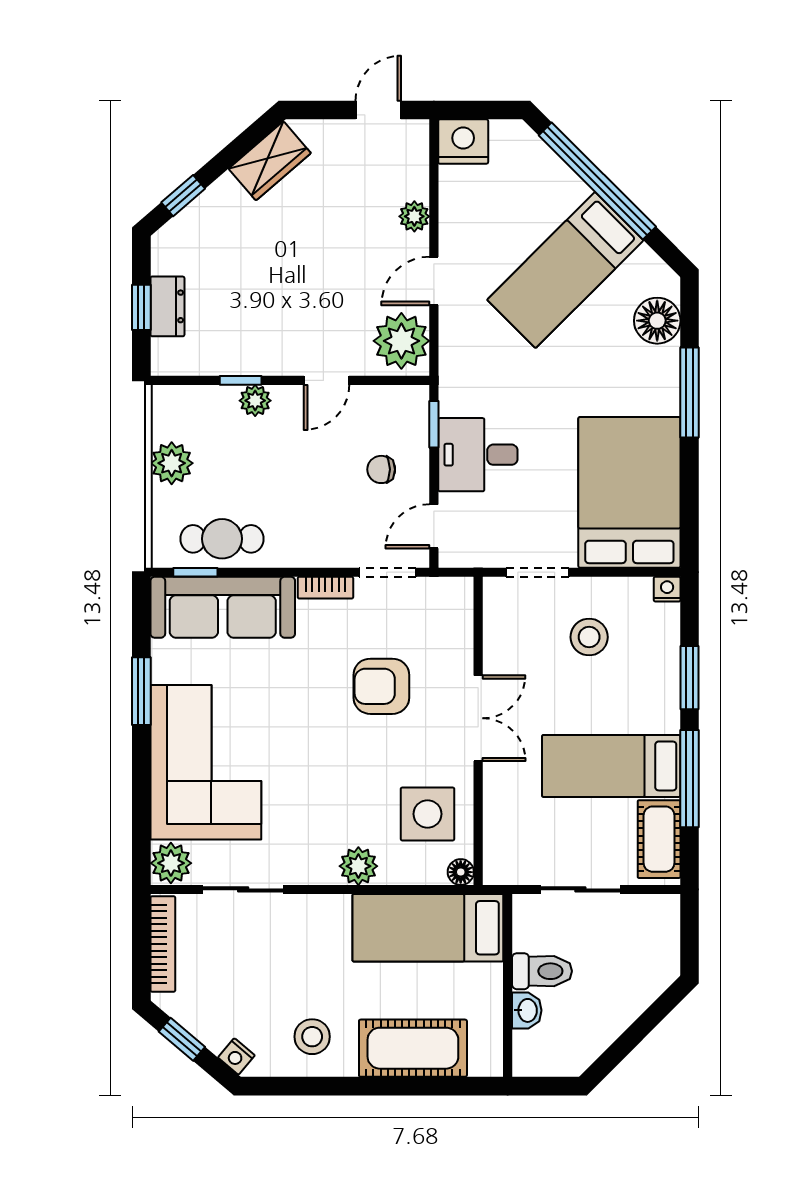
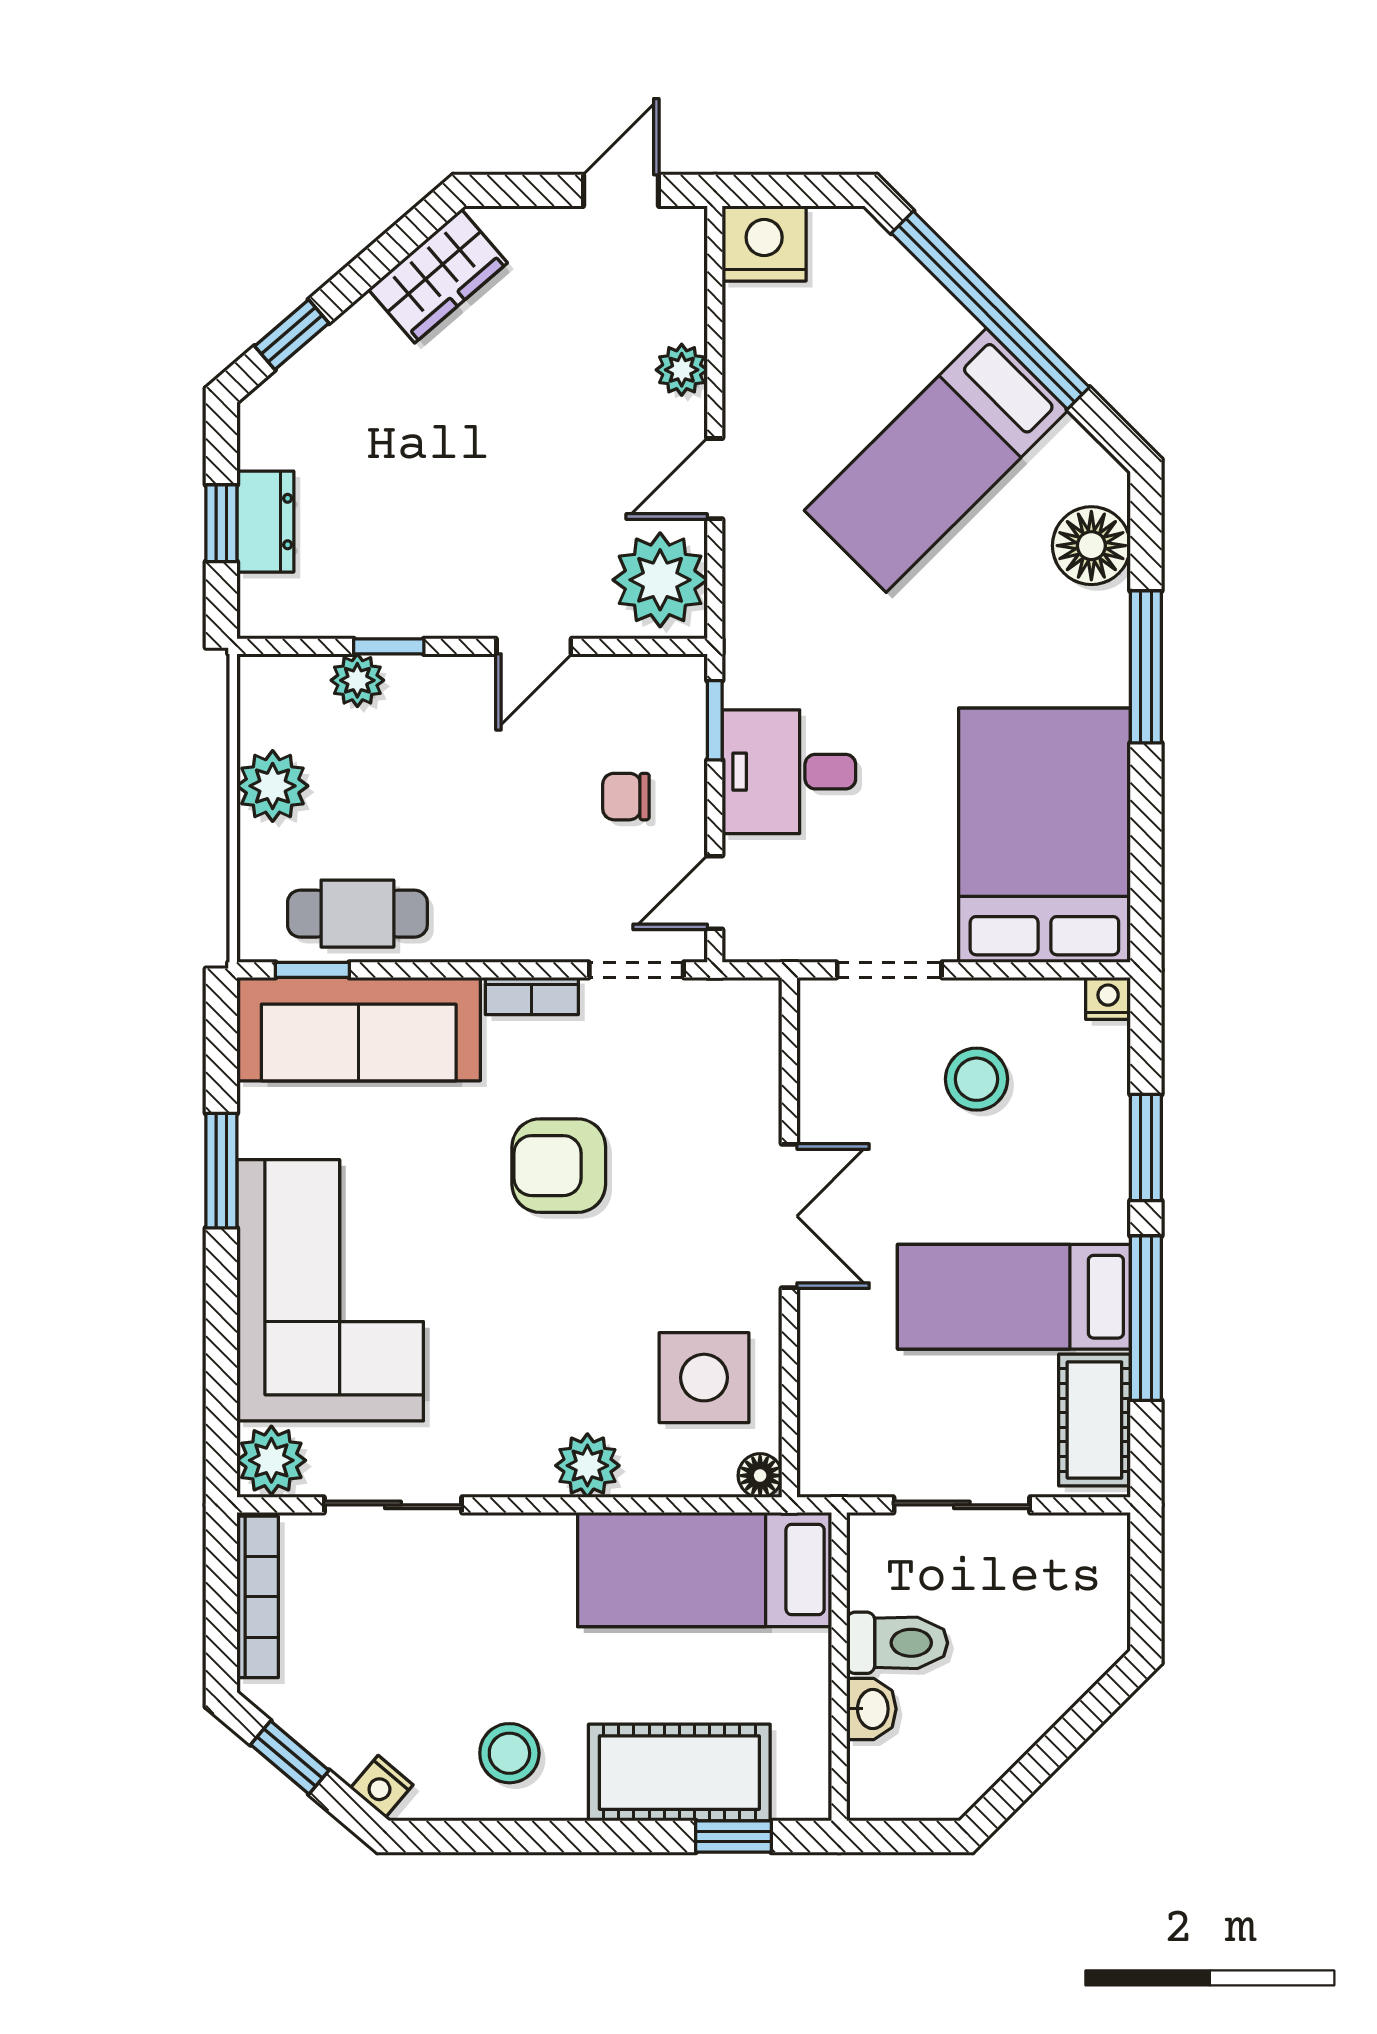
plant: (255, 401) -> (357, 680), moved
armchair: (381, 686) -> (559, 1166), moved
window: (445, 1086) -> (733, 1836), added

